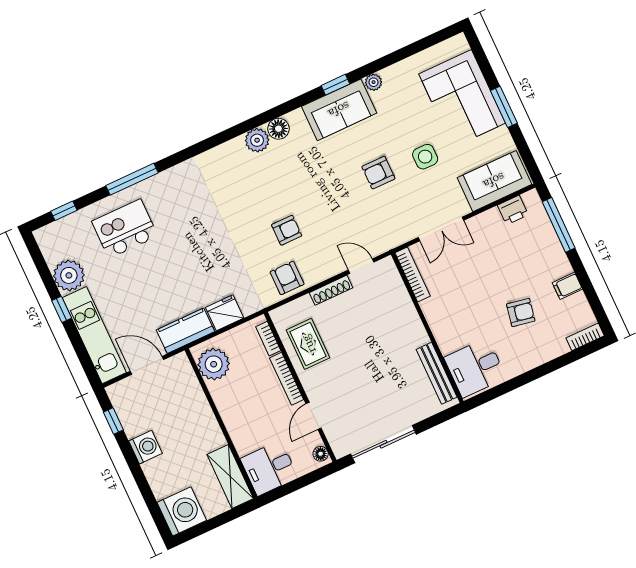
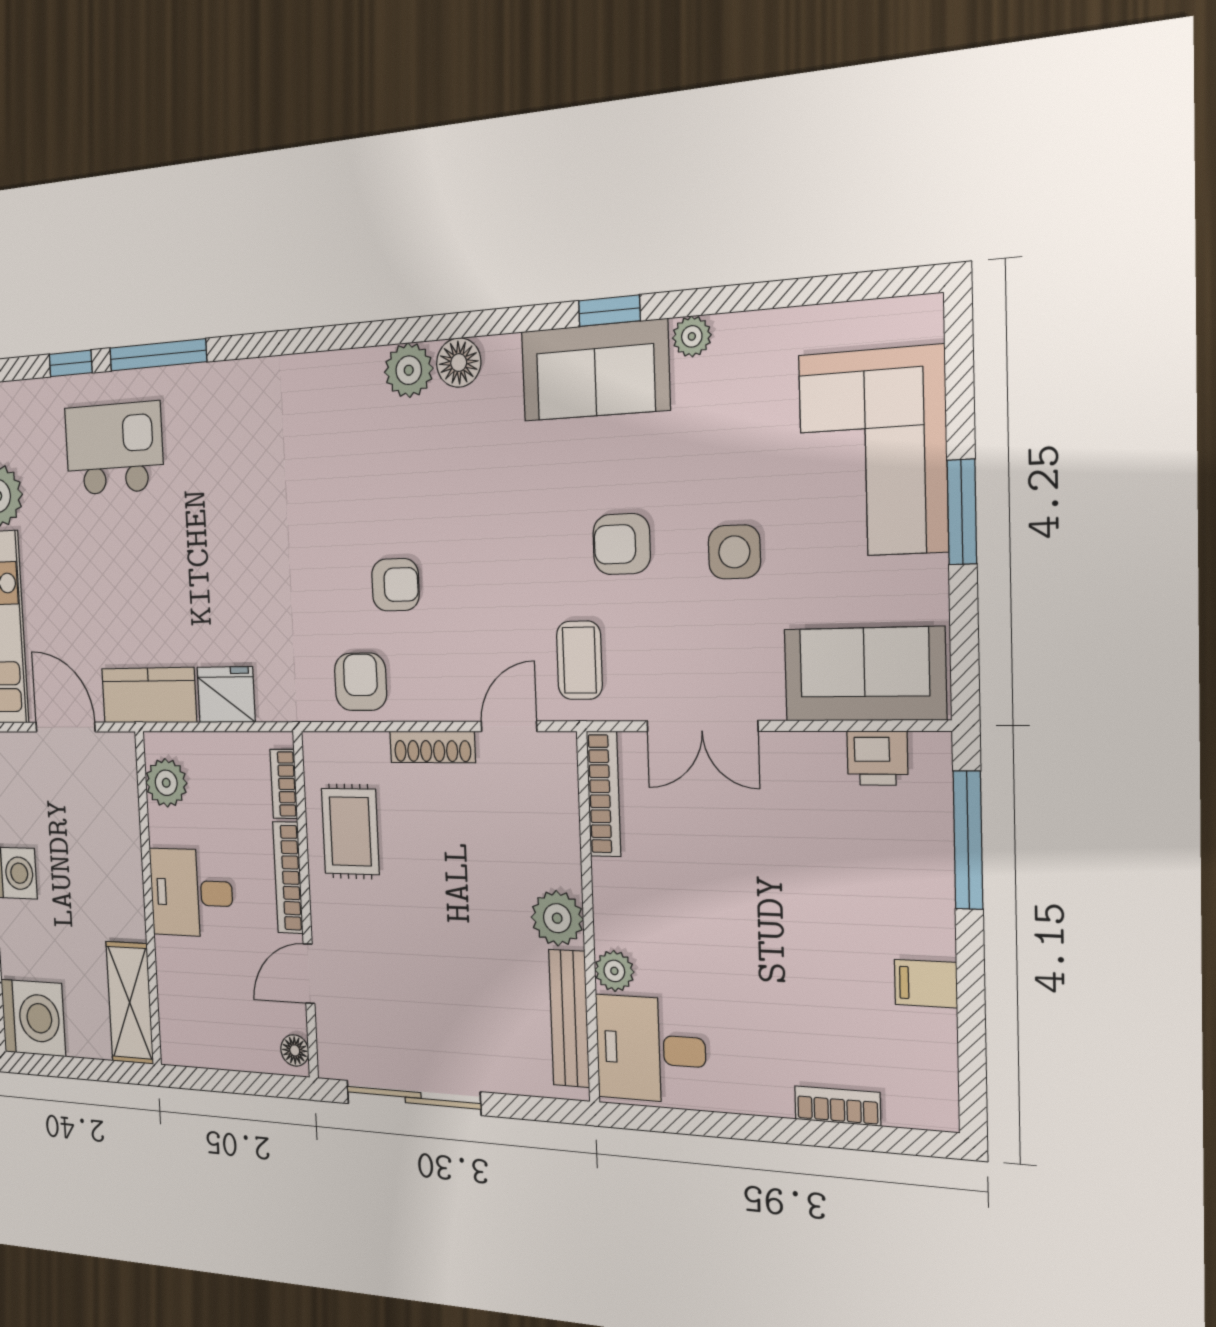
window: (64, 211) -> (71, 363), moved
coffee table: (380, 226) -> (579, 660), added
door: (361, 266) -> (509, 726), hinge flipped
armchair: (521, 312) -> (796, 987), removed
plant: (414, 335) -> (557, 918), added
bookcase: (585, 337) -> (837, 1106), moved
plant: (447, 344) -> (614, 971), added
plant: (214, 364) -> (166, 783), width x0.73, depth x0.73
desk: (269, 468) -> (191, 893), moved

